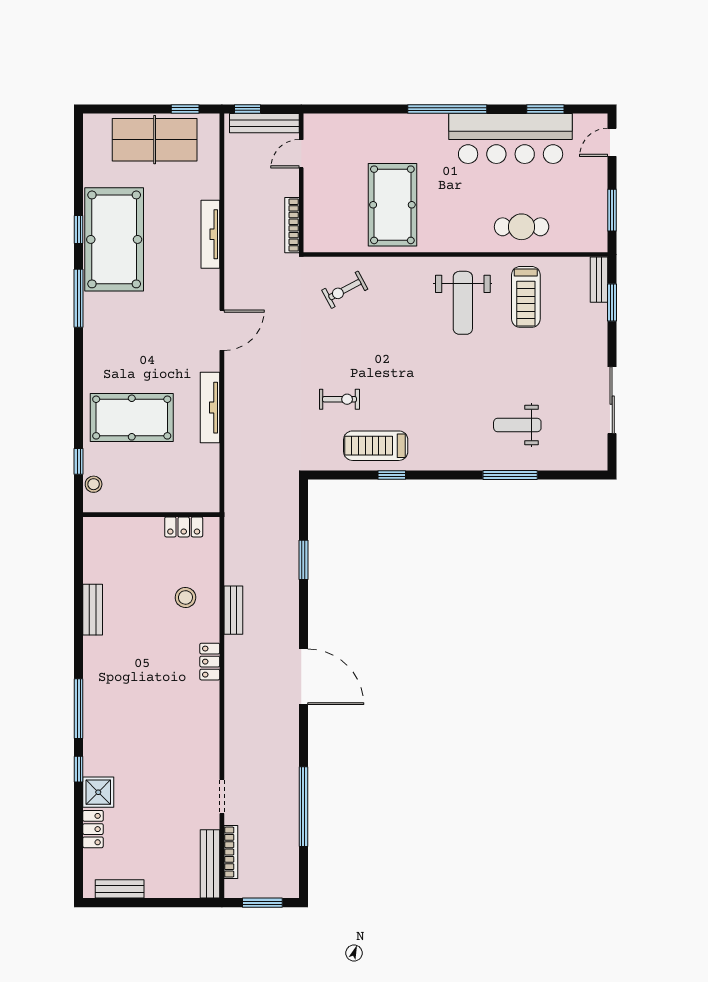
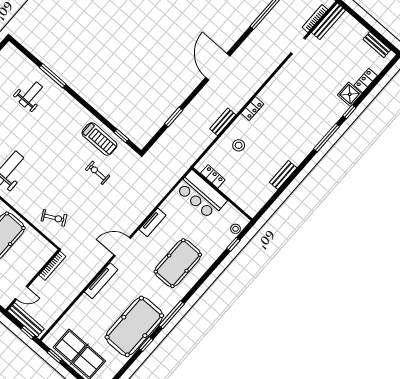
tv unit: (210, 234) -> (101, 281), moved
tv unit: (210, 408) -> (153, 222), width x0.71
pool table: (132, 418) -> (178, 263), moved, turned 90
weight bench: (517, 425) -> (31, 94), turned -90
window: (392, 475) -> (121, 136), moved
bar counter: (178, 489) -> (201, 195), added

